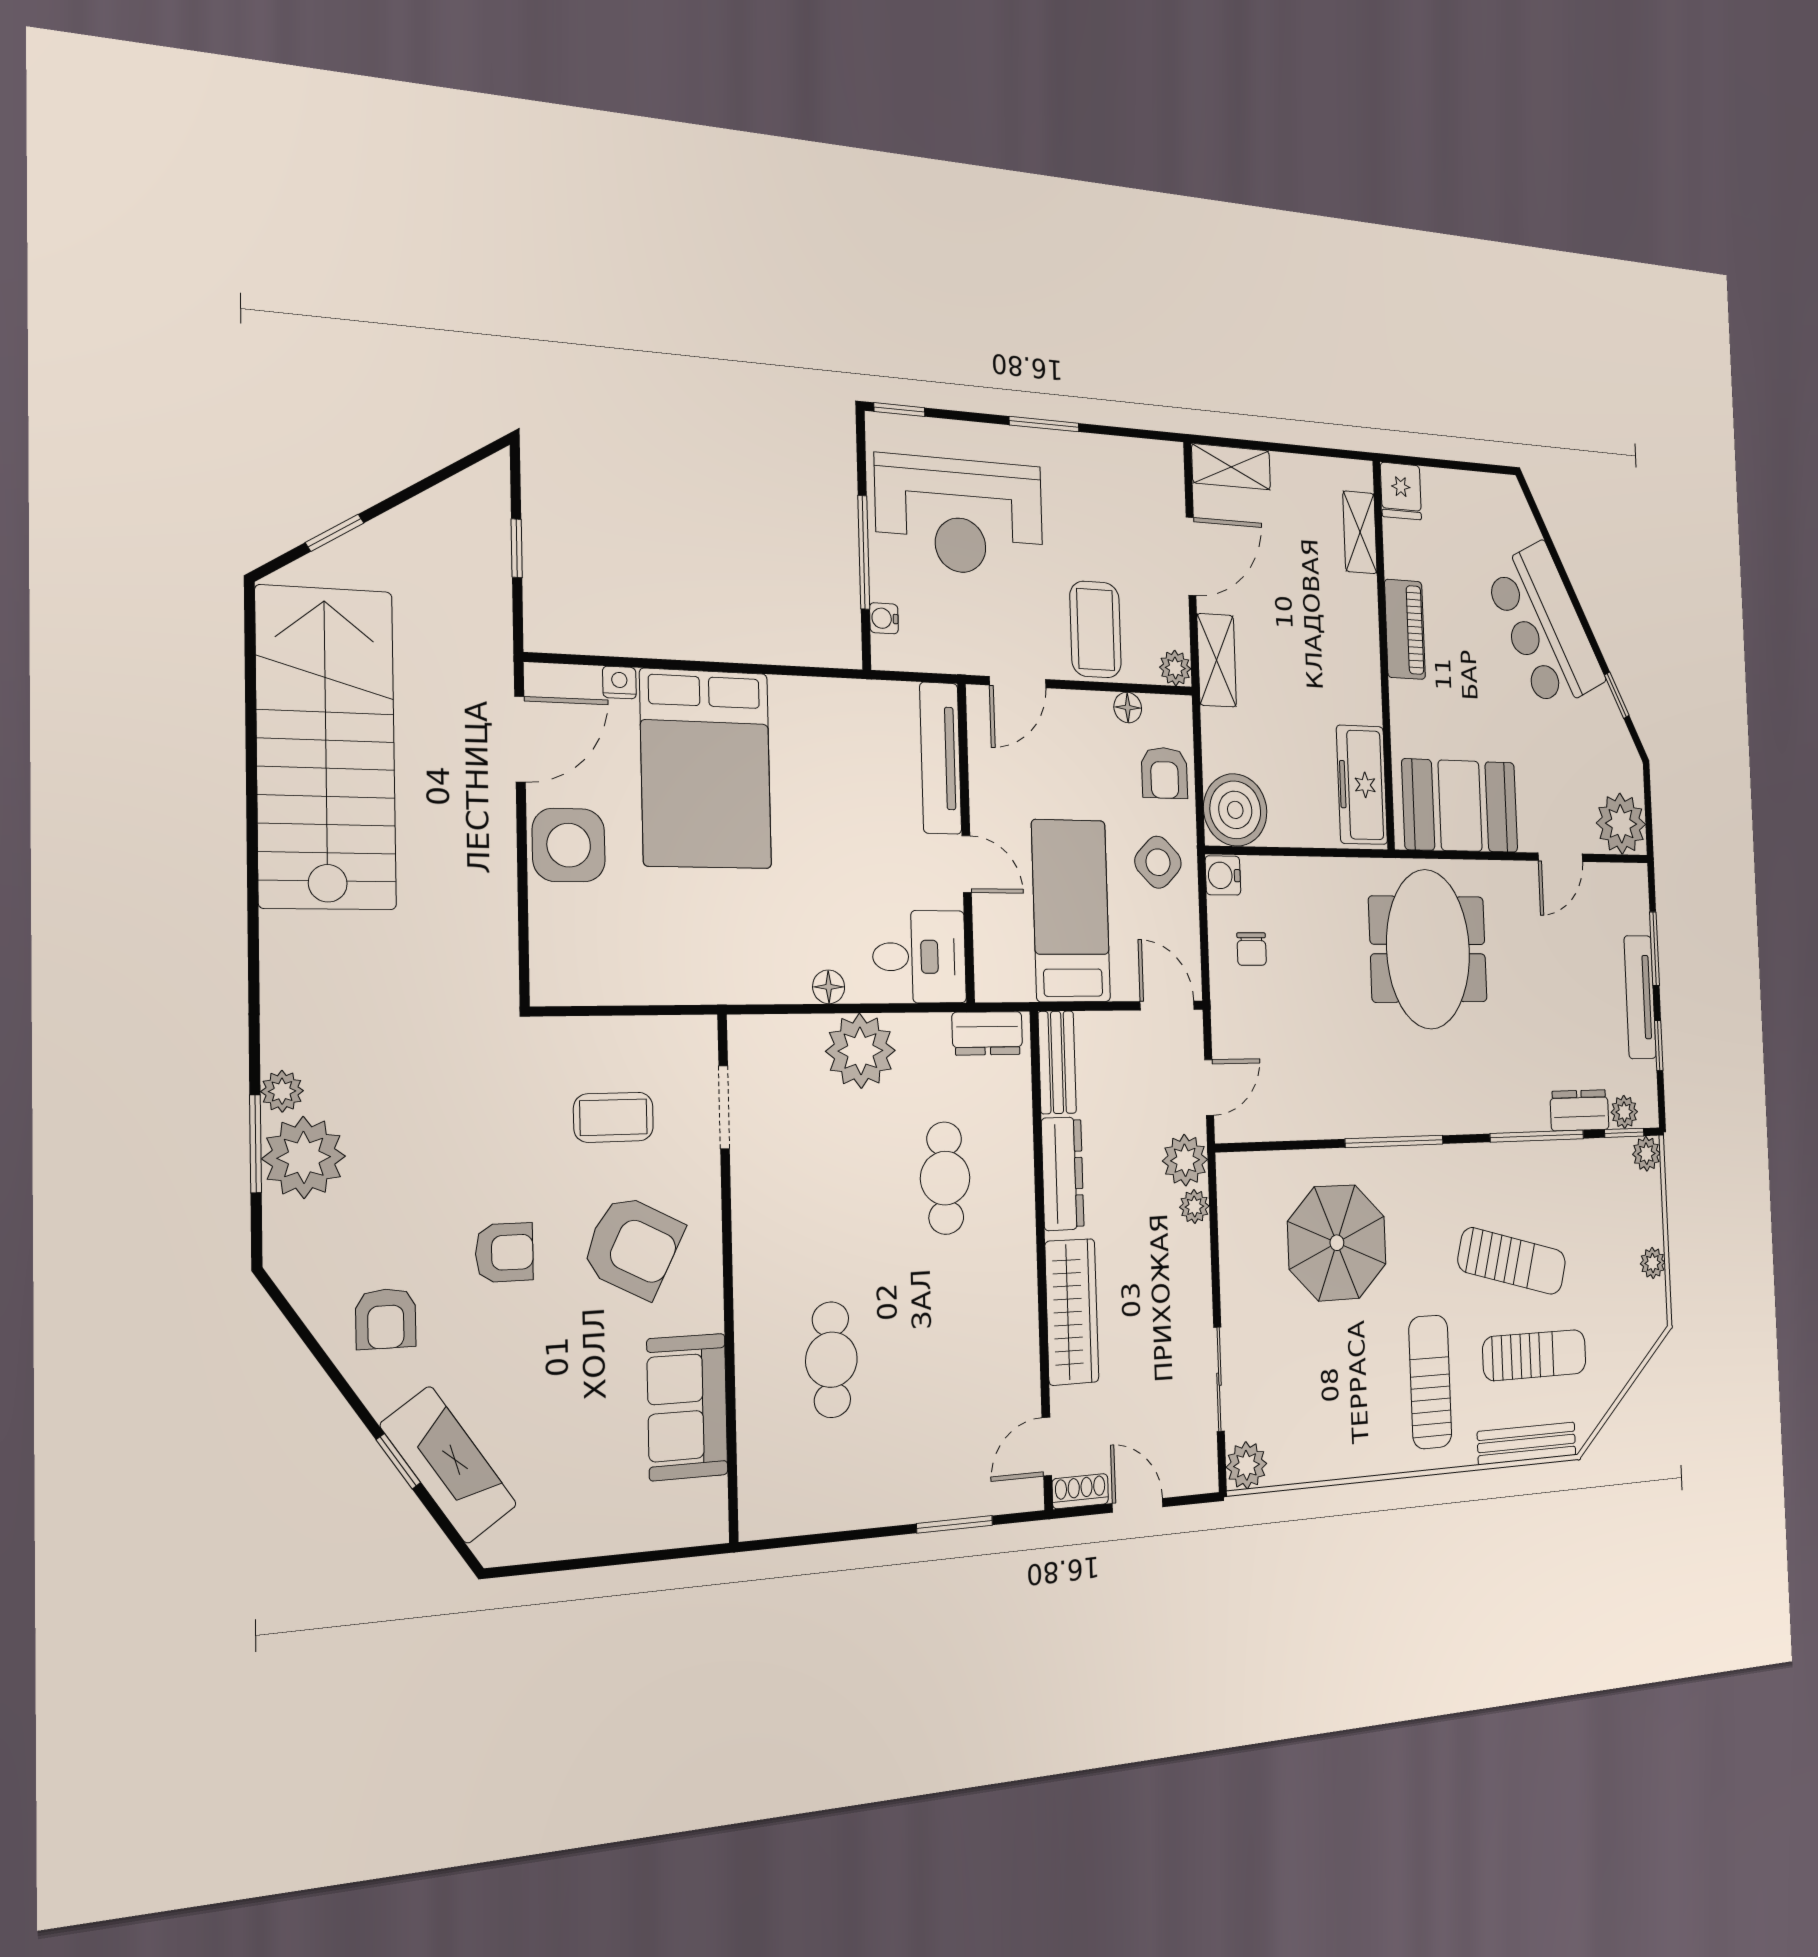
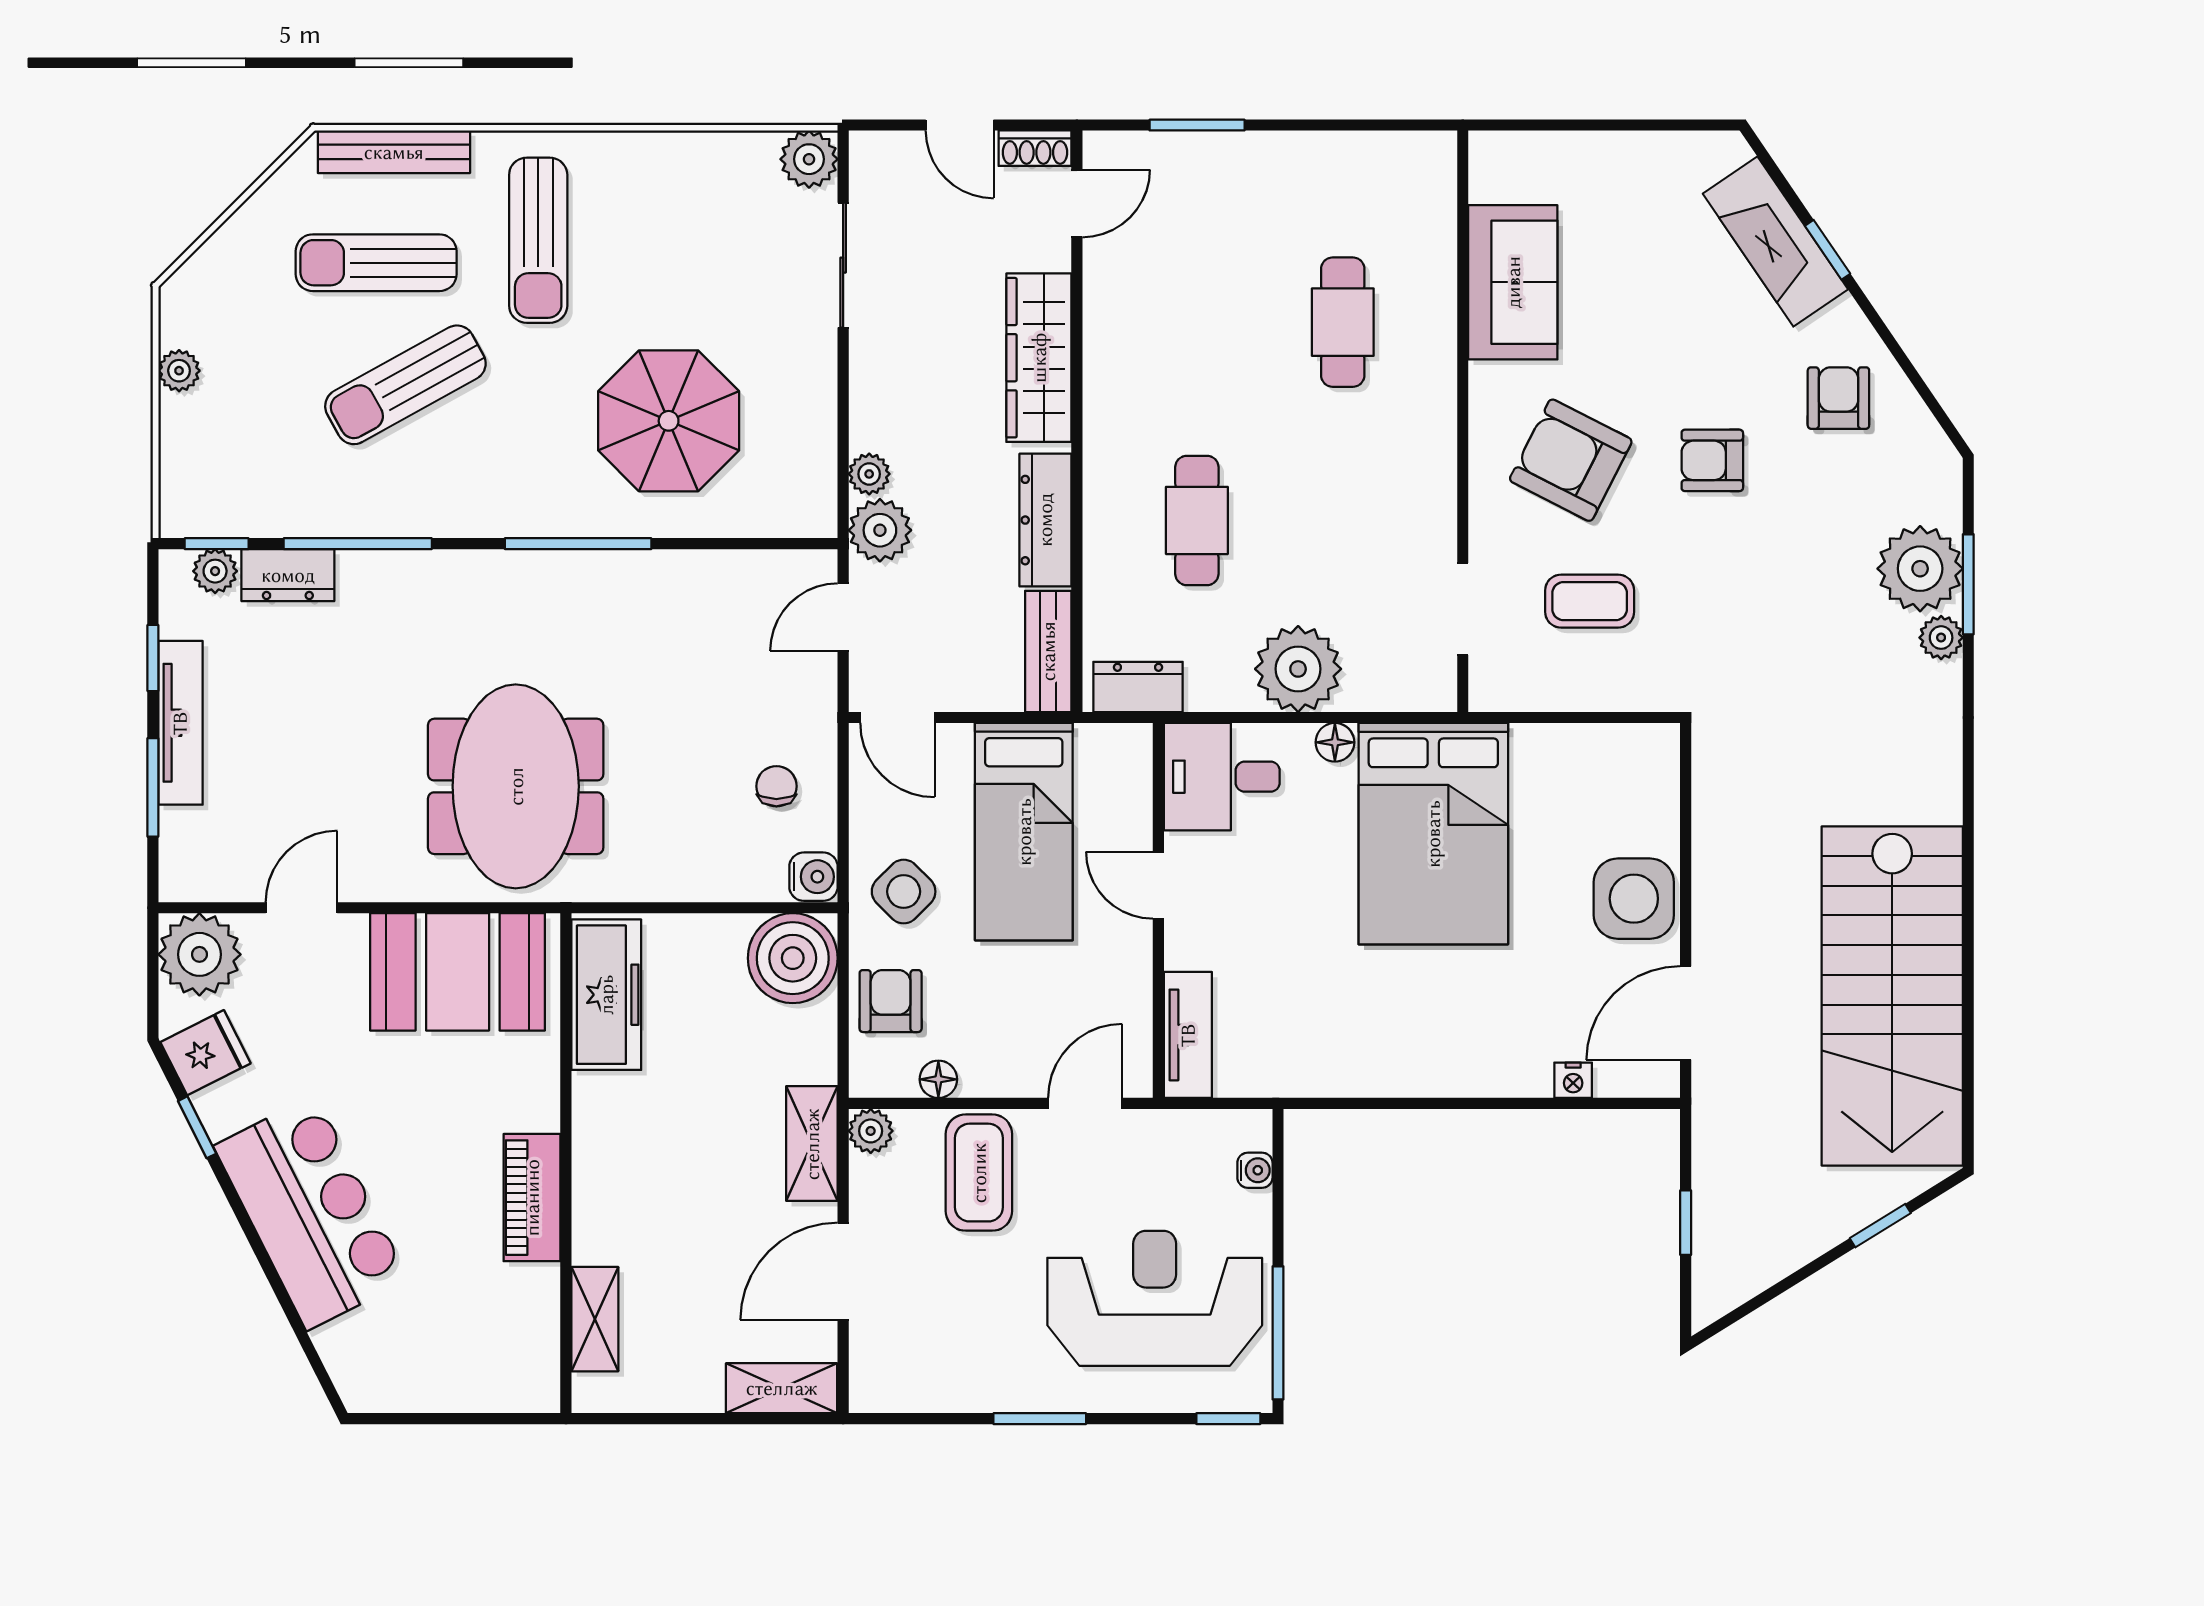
fridge: (1401, 491) -> (205, 1053), moved, turned 63
window: (864, 552) -> (1278, 1333), moved
tv unit: (941, 758) -> (1188, 1035), width x0.71
bed: (706, 769) -> (1433, 834), moved, turned 180
plant: (1646, 1154) -> (182, 515), removed
sun lounger: (1512, 1261) -> (405, 385), turned -44

